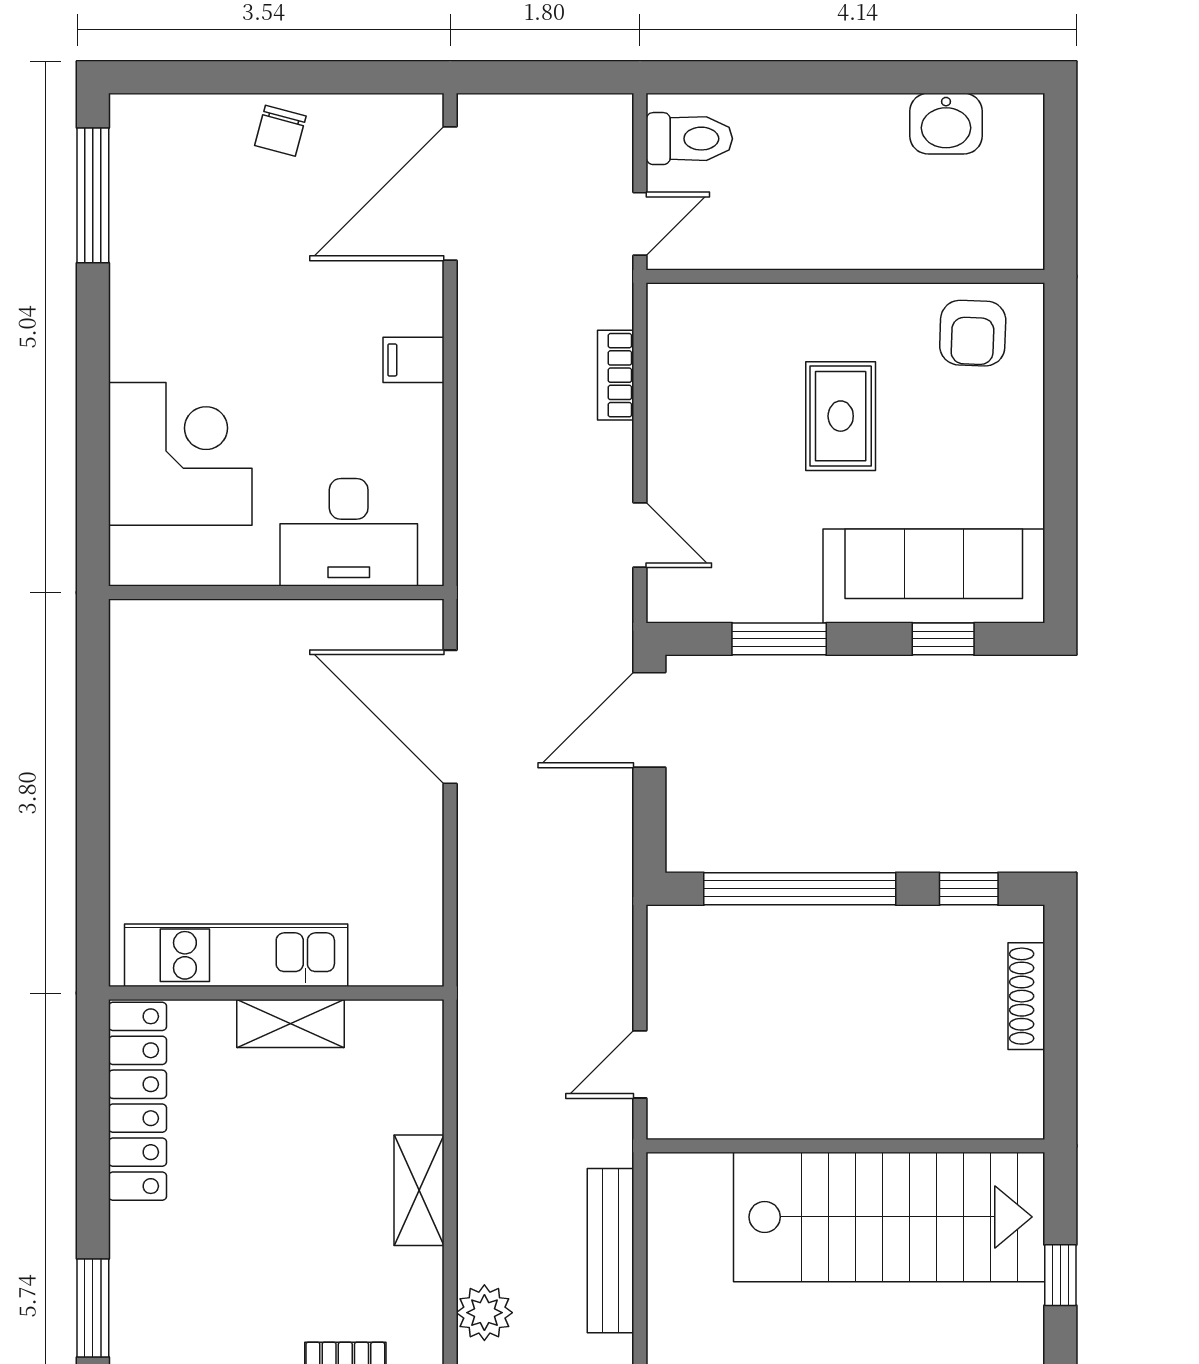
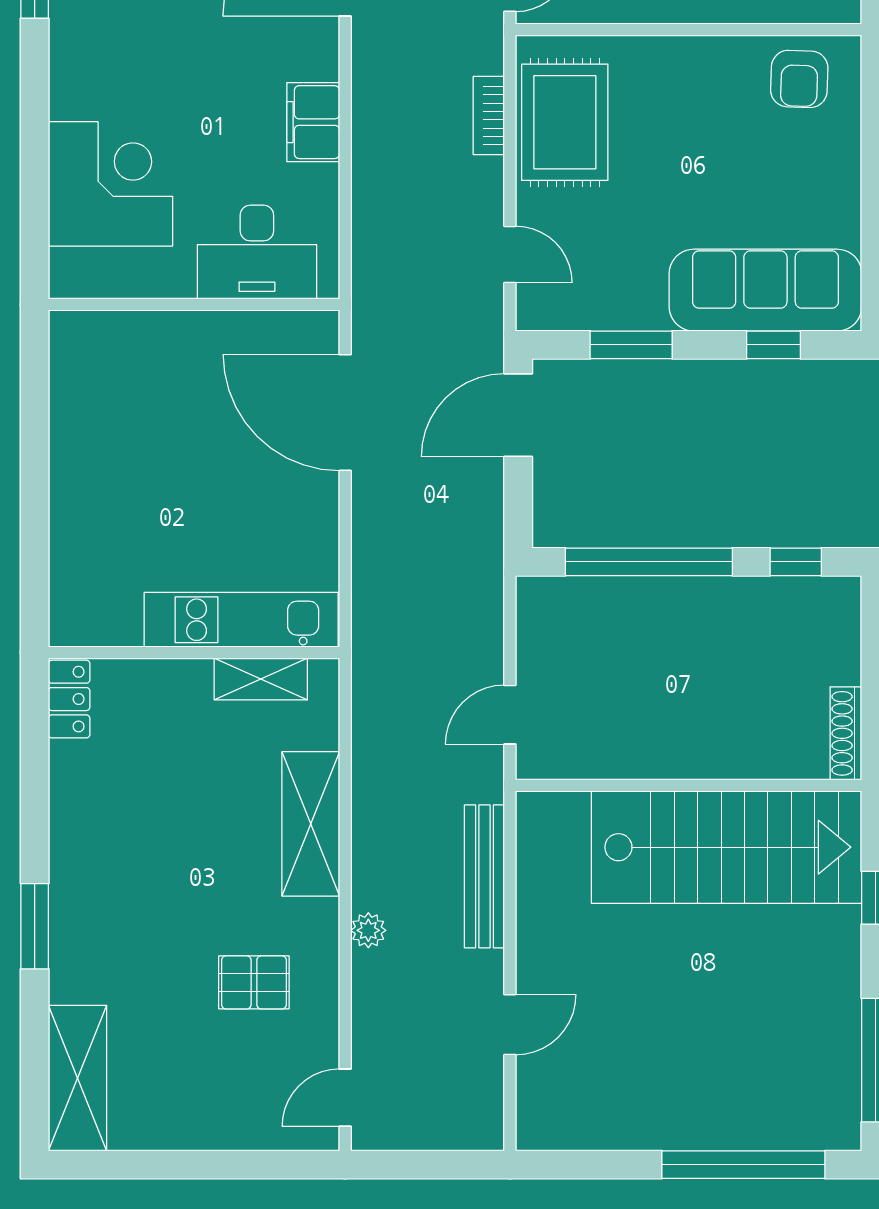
filing cabinet: (413, 360) -> (313, 122), width x2.00
rug: (841, 416) -> (565, 122), moved, width x1.36, depth x1.43
kitchen unit: (236, 955) -> (241, 620), moved
shoe rack: (1026, 996) -> (846, 733), moved
shelving: (291, 1024) -> (261, 679), moved
locker: (138, 1101) -> (69, 699), width x0.46, depth x0.83
shelving: (419, 1190) -> (311, 824), width x1.50, depth x1.33
plant: (484, 1313) -> (368, 930), width x0.73, depth x0.73

